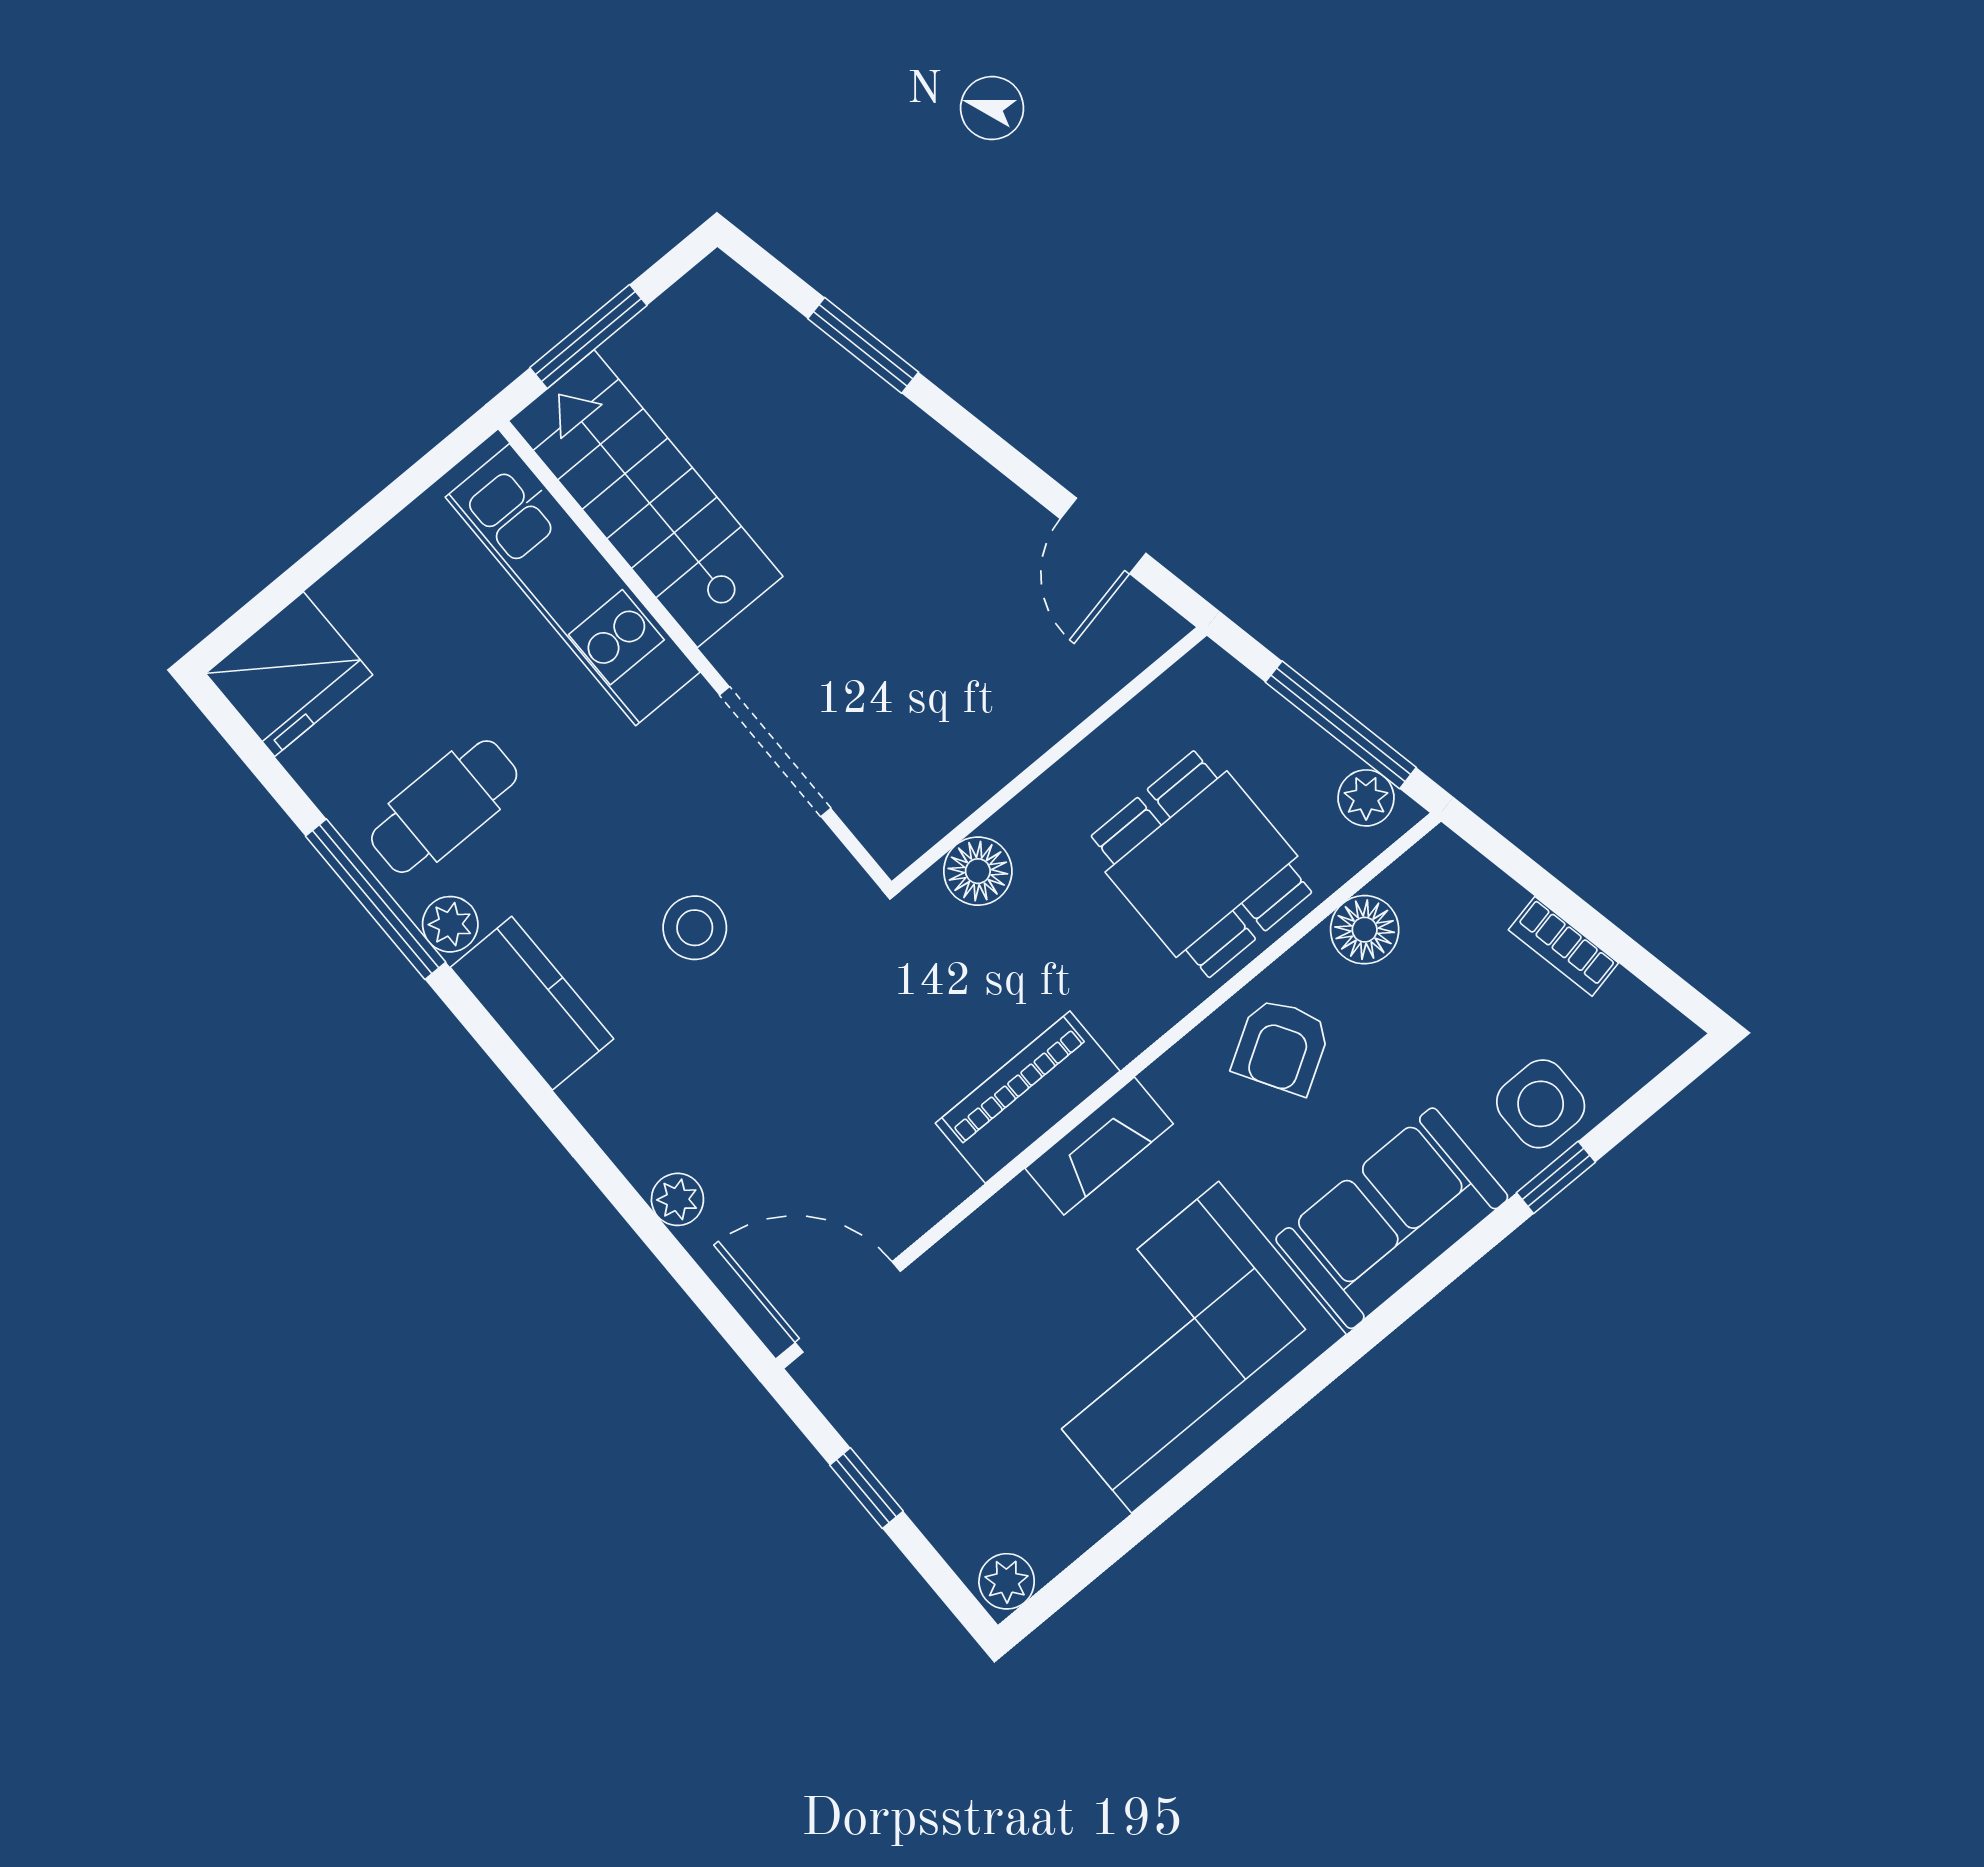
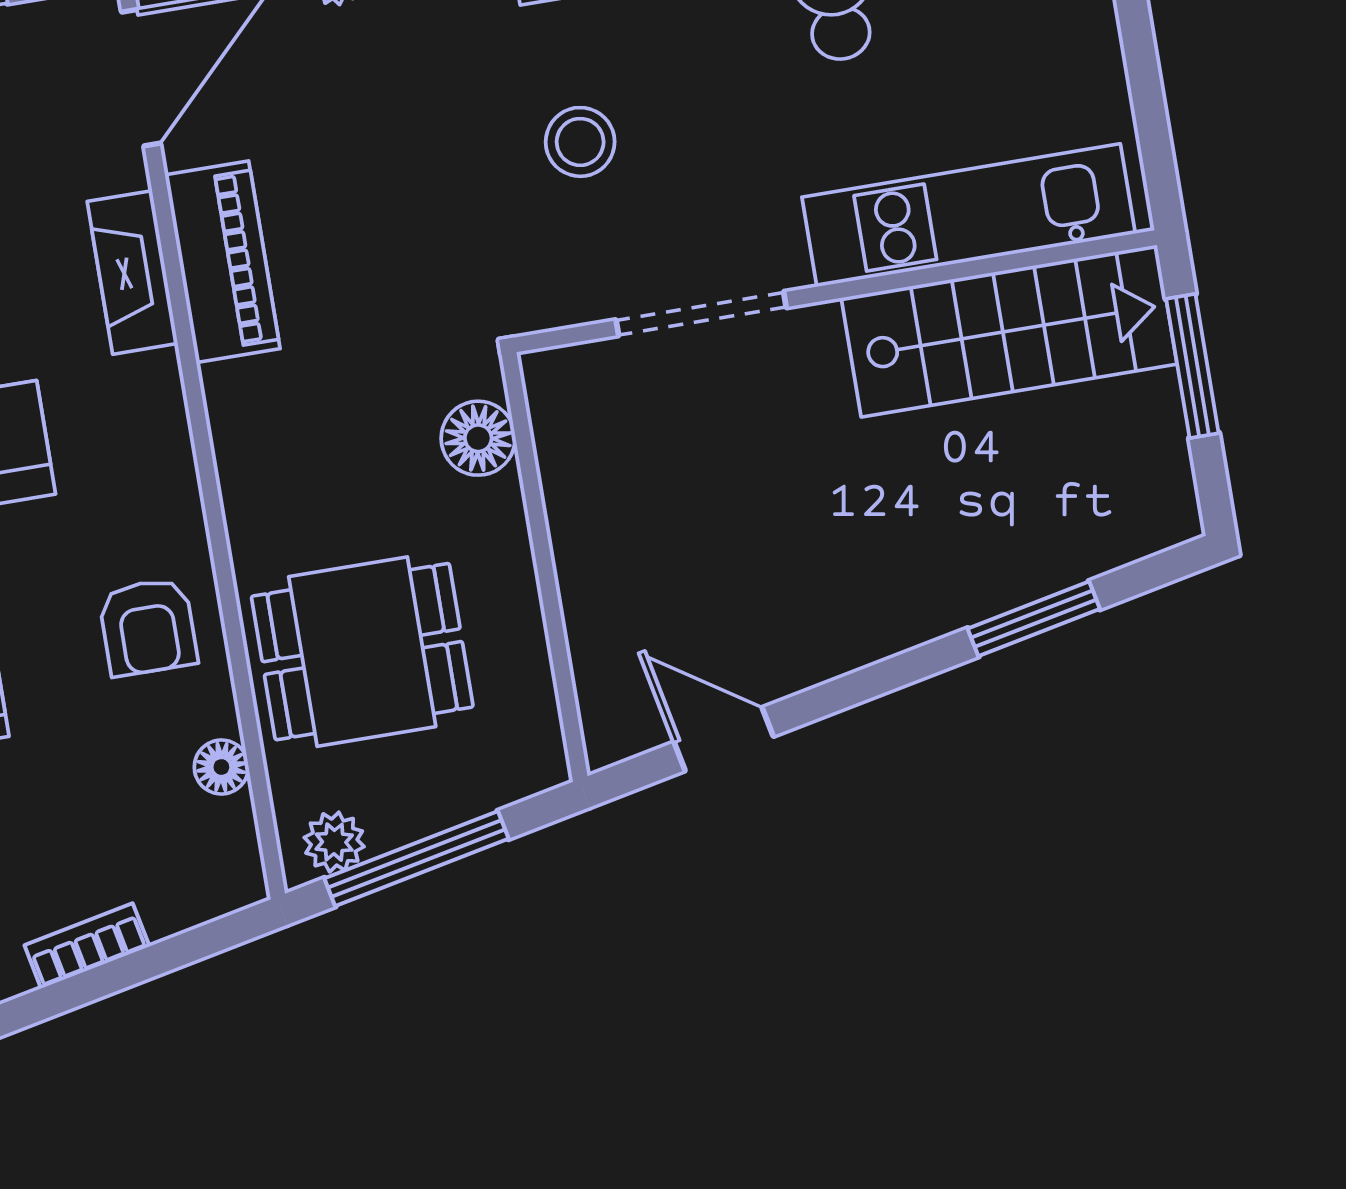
floor lamp: (1365, 930) -> (221, 767), width x0.73, depth x0.73
armchair: (1281, 1046) -> (148, 627), turned -149
piano: (1028, 1097) -> (222, 262), moved
fireplace: (1099, 1146) -> (132, 272), moved

